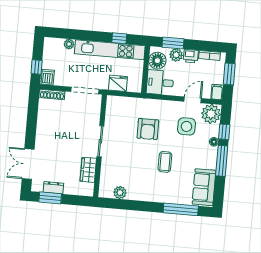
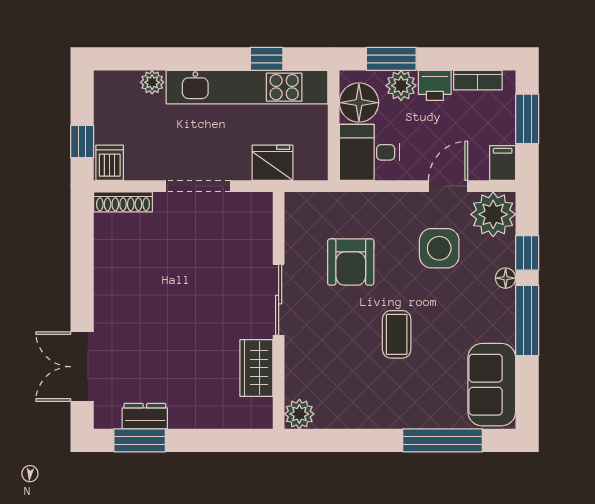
sliding door: (100, 141) -> (279, 300), moved
wall: (100, 146) -> (279, 310), moved
wardrobe: (88, 170) -> (256, 368), moved

